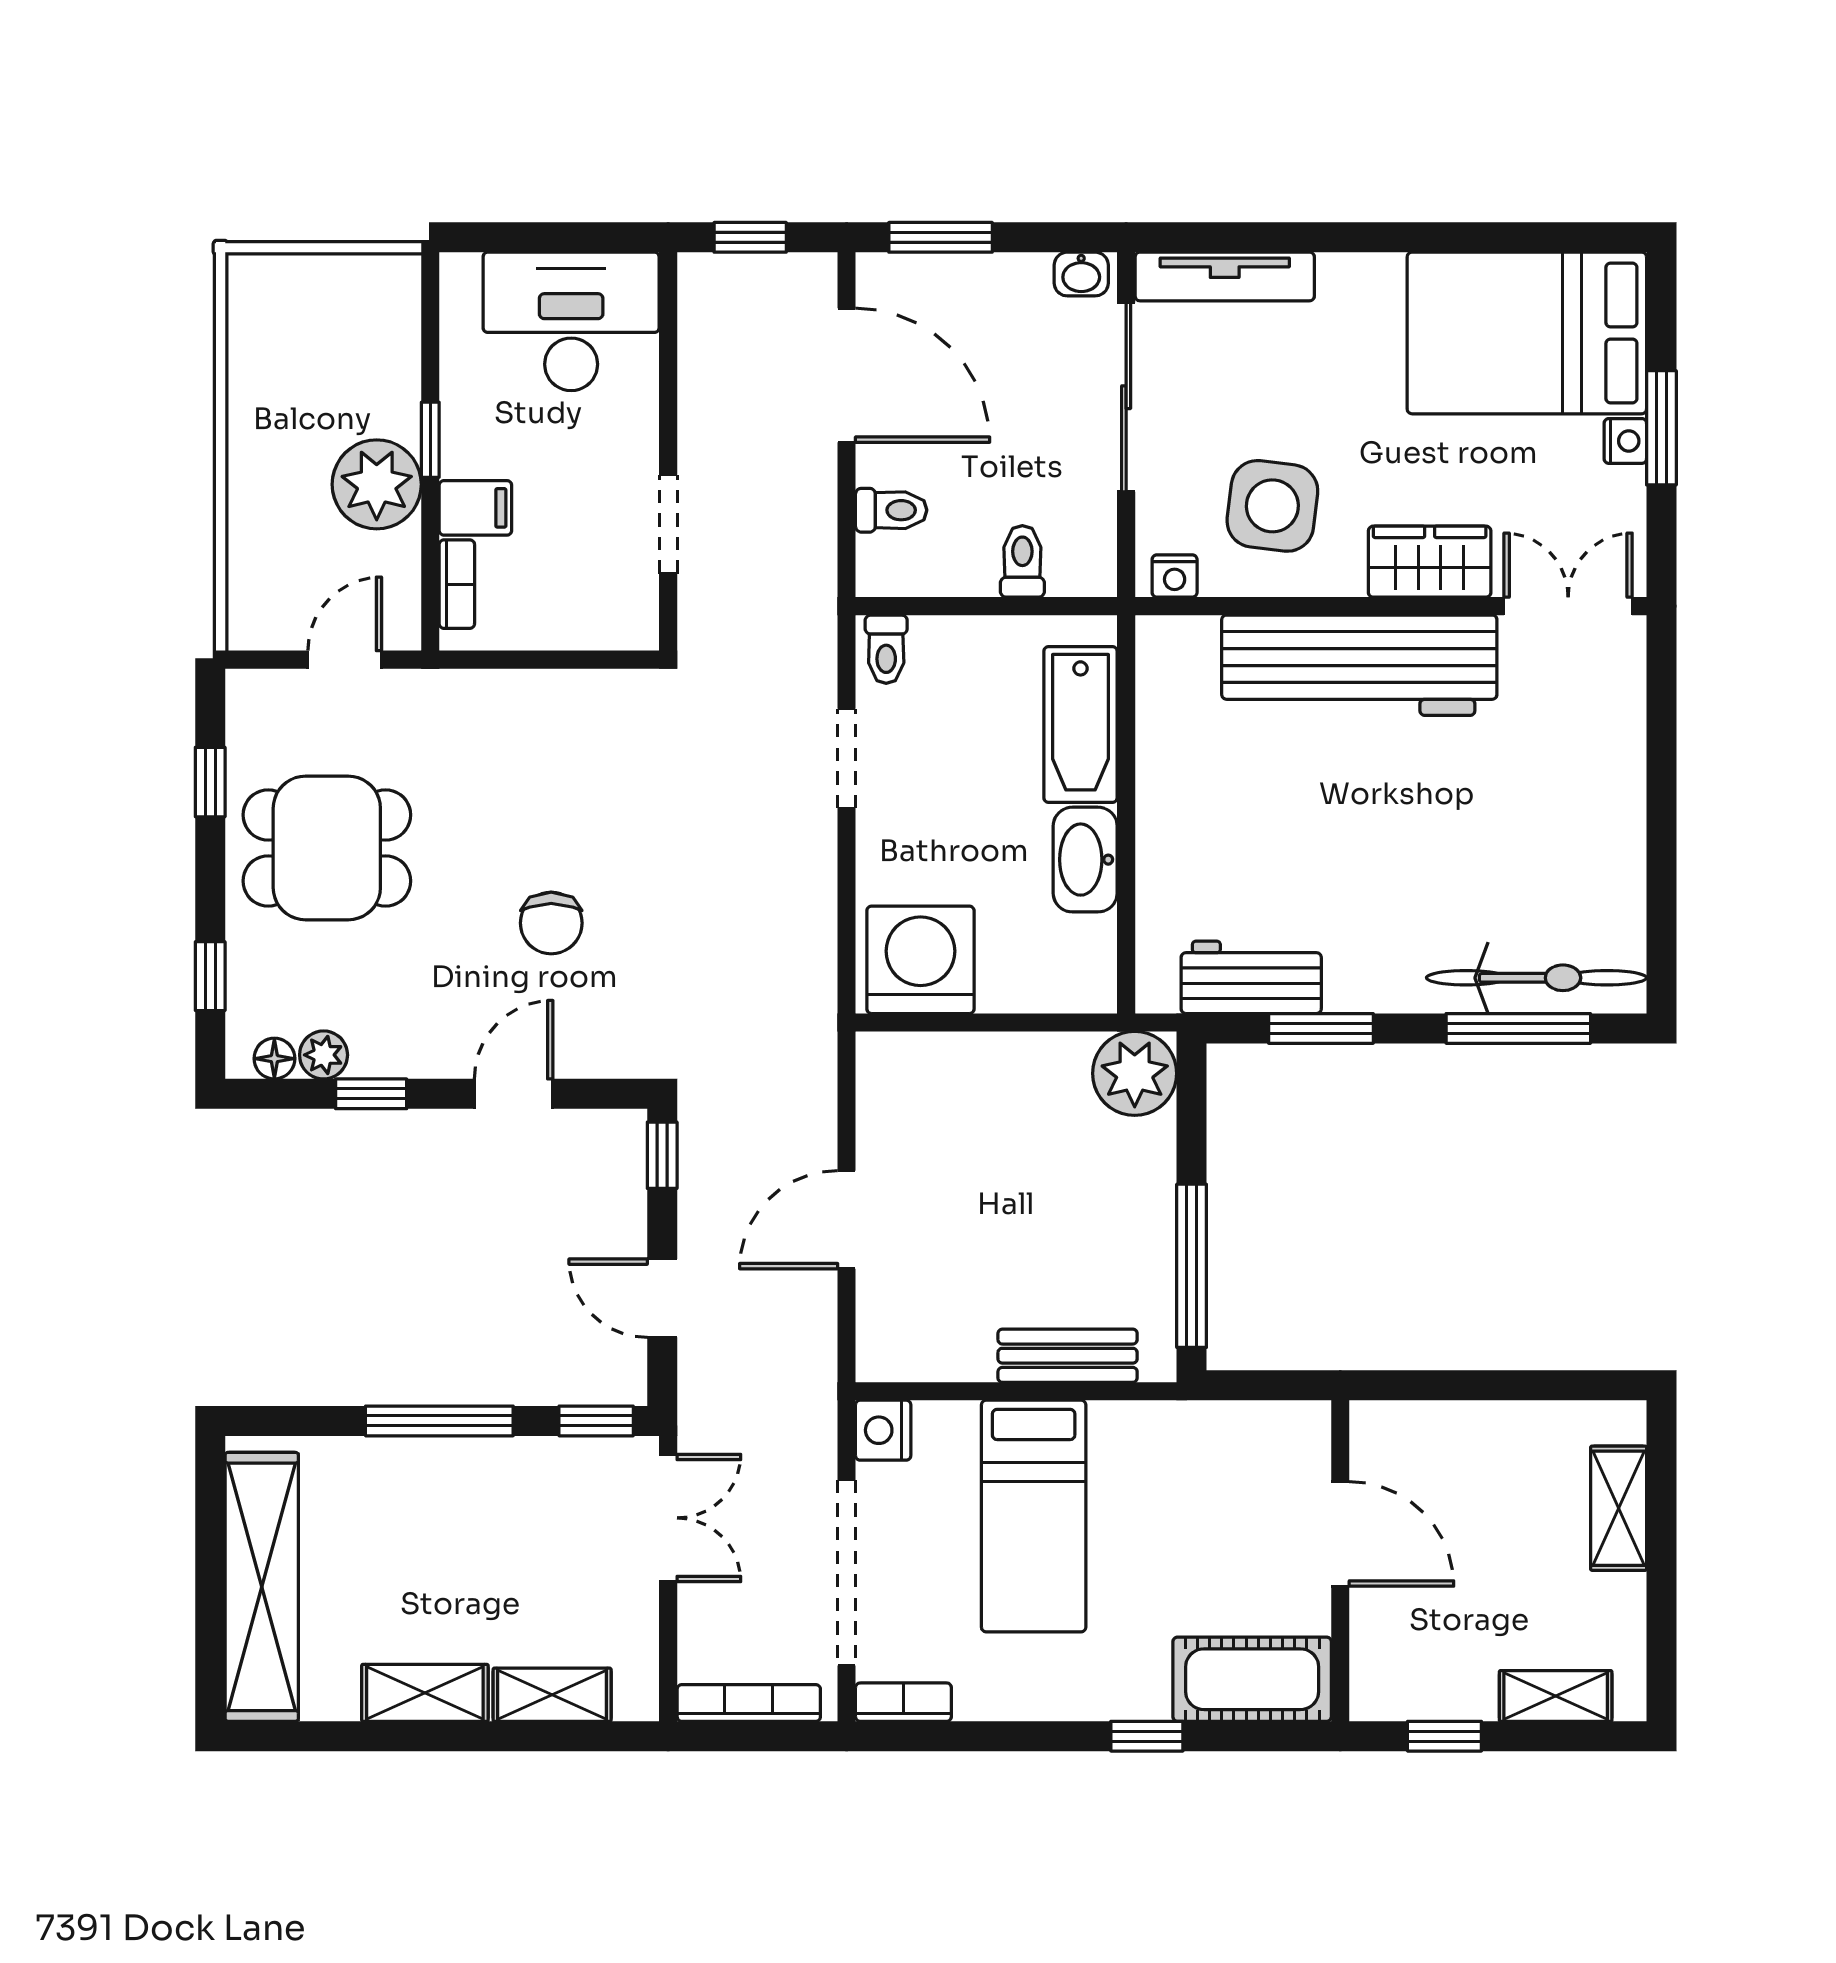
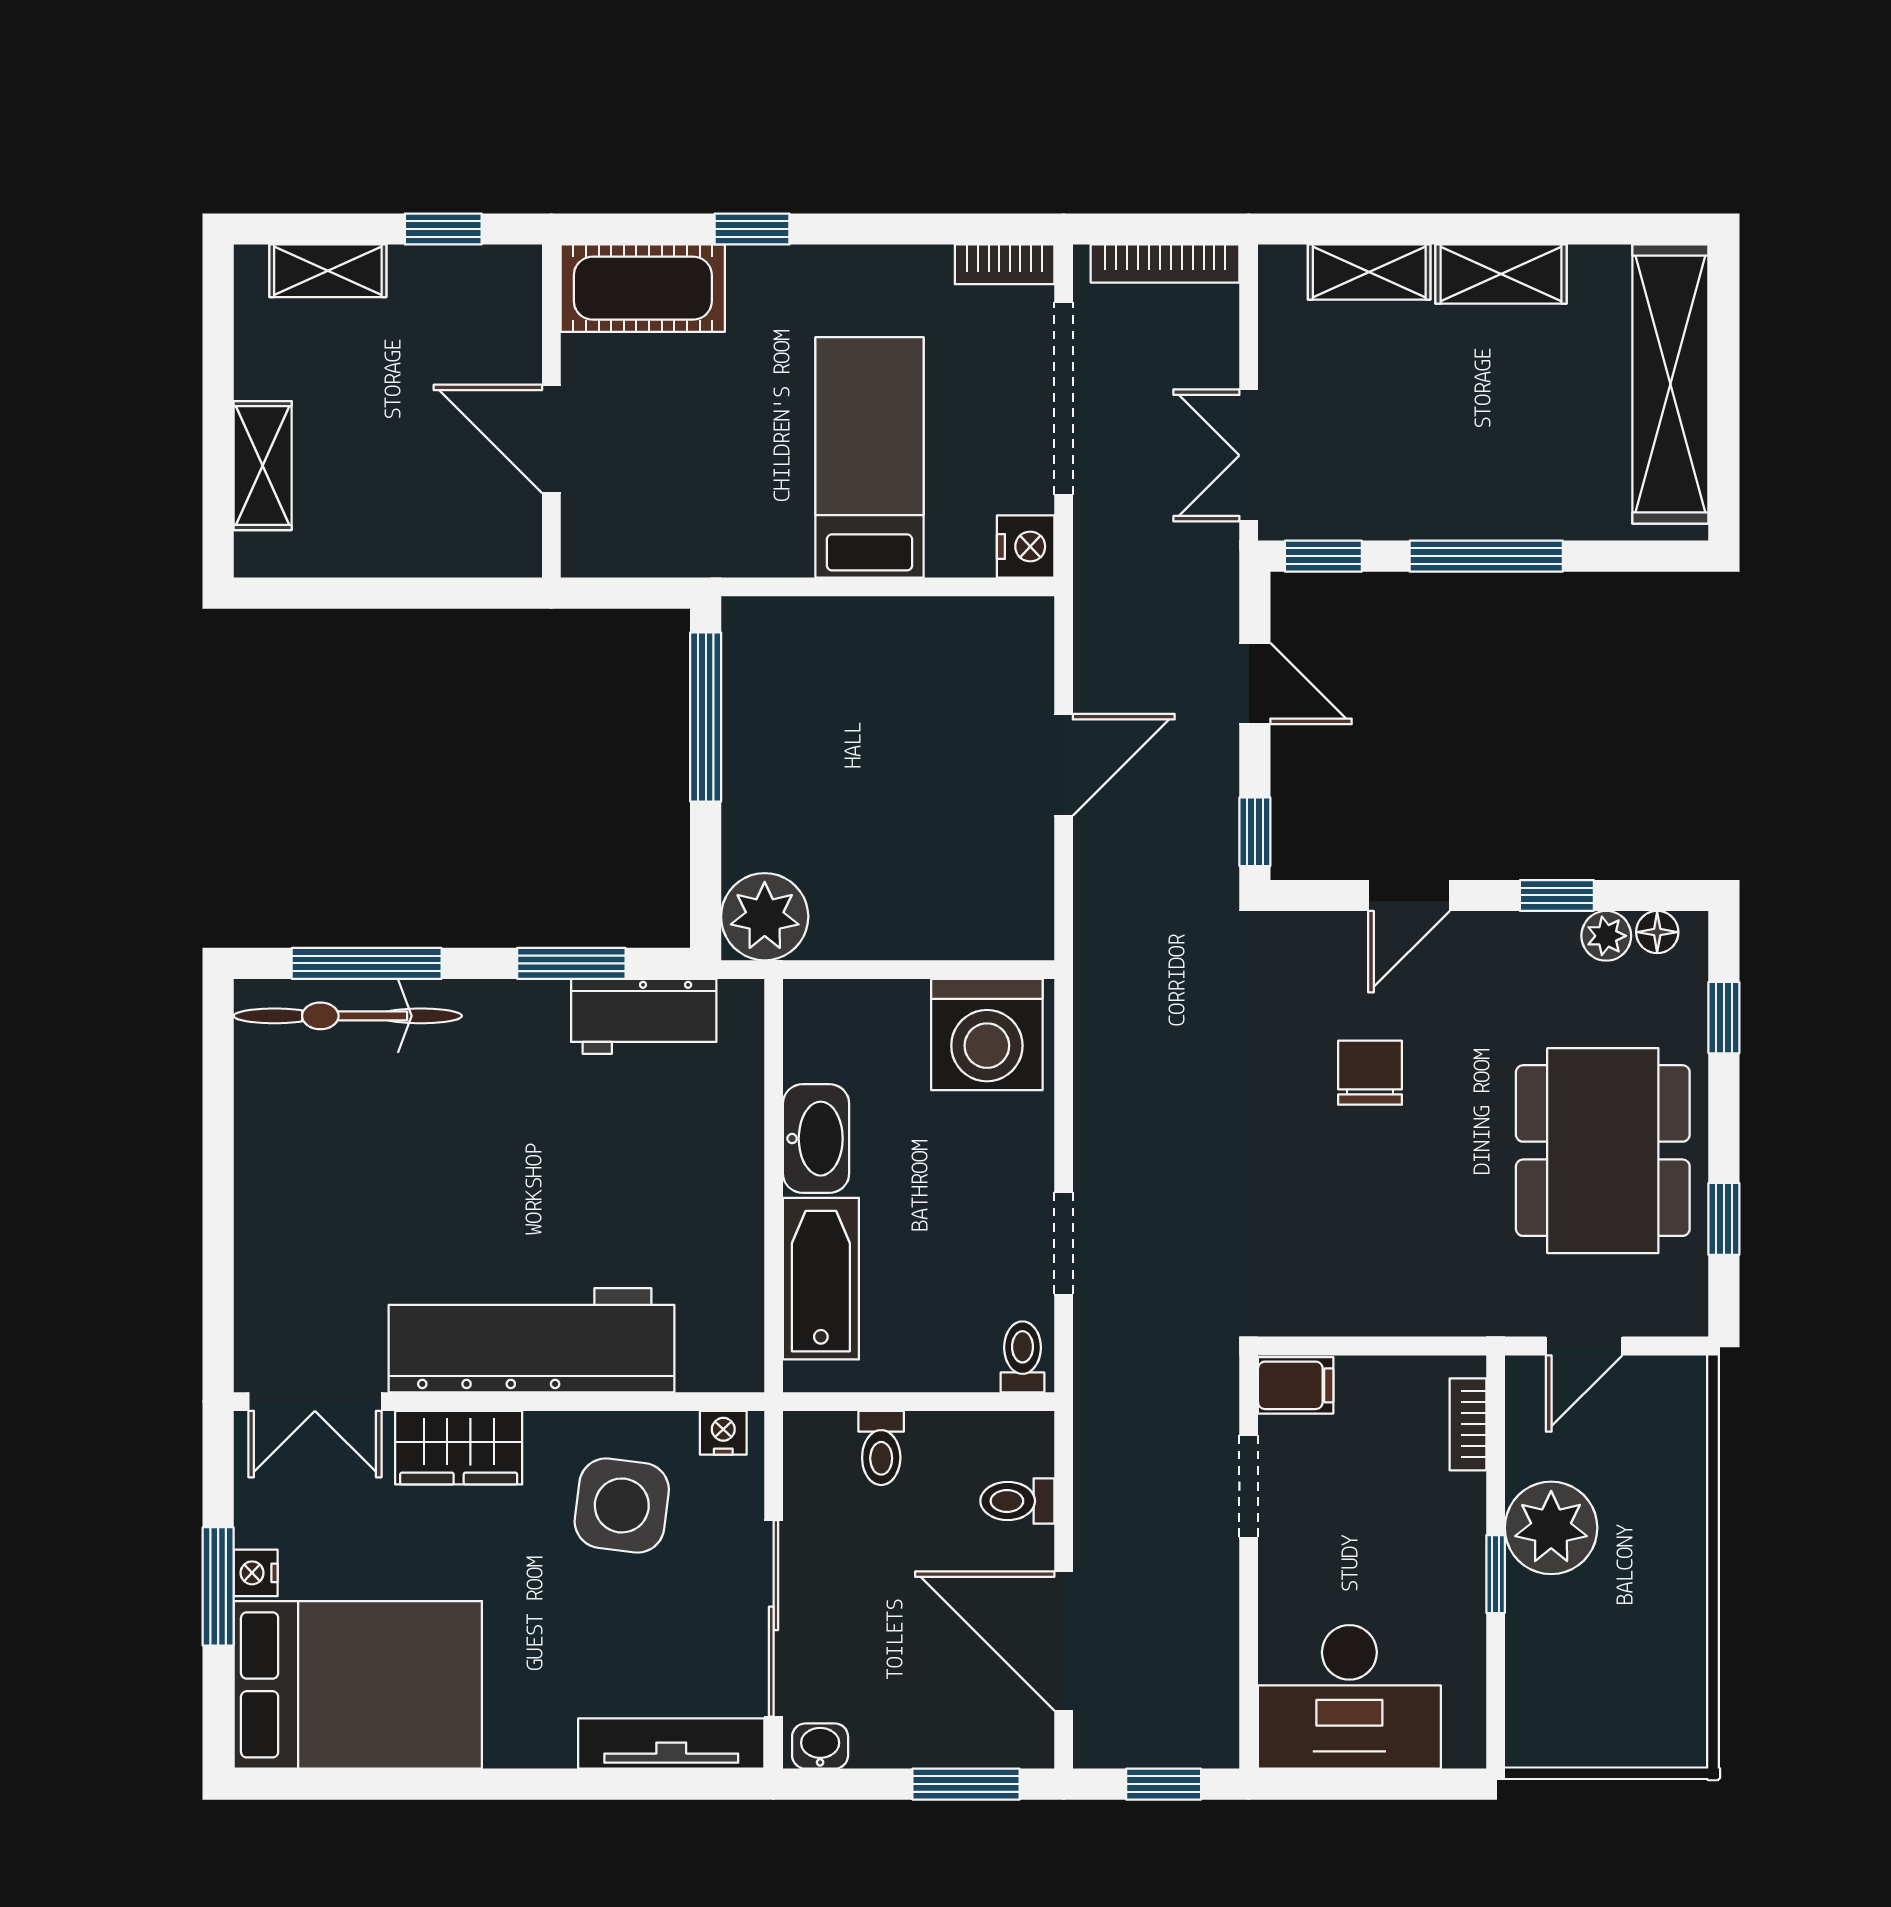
filing cabinet: (475, 508) -> (1296, 1385), moved, turned 180
dining table: (327, 848) -> (1603, 1151), width x1.38
bench: (1068, 1356) -> (834, 624), removed

